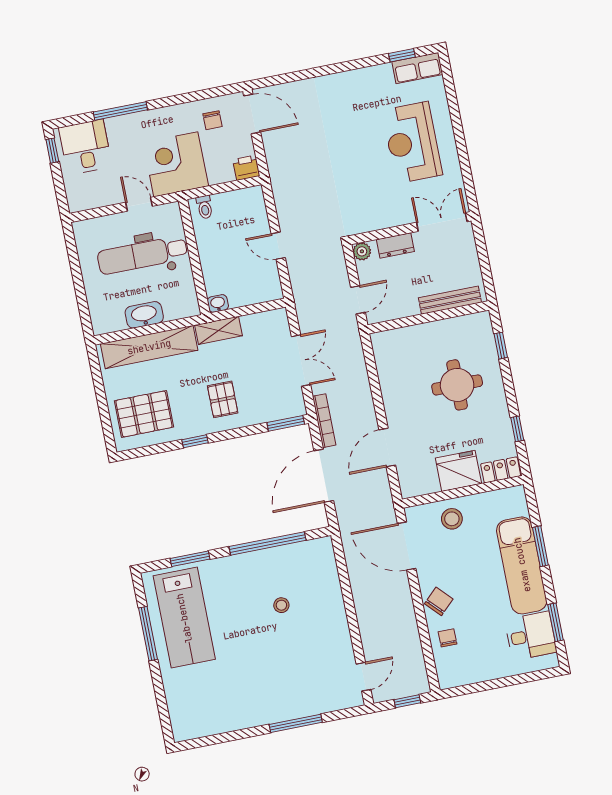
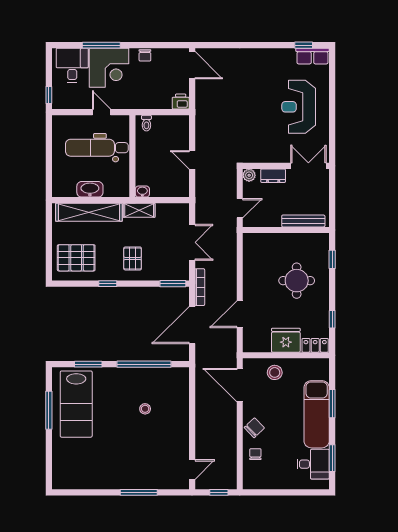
chair: (213, 120) -> (145, 55), moved
window: (52, 151) -> (49, 95), moved
corner desk: (176, 164) -> (109, 68), moved, turned 180

